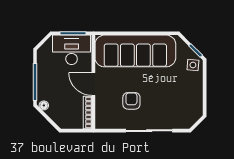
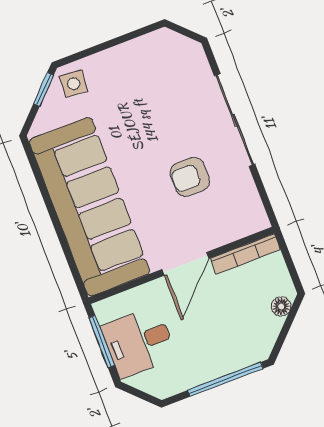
desk: (72, 50) -> (139, 342), width x0.73
floor lamp: (44, 105) -> (281, 306), moved

